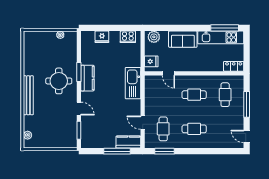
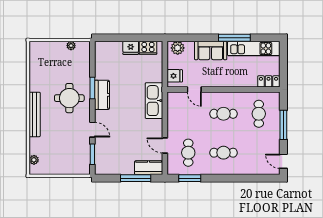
window: (225, 28) -> (234, 38), moved
fridge: (102, 37) -> (131, 48), moved

